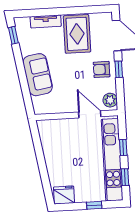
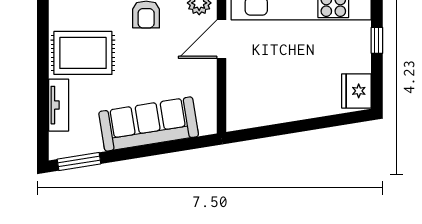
window: (13, 35) -> (79, 161), width x1.50
sofa: (38, 75) -> (149, 124), width x1.36

